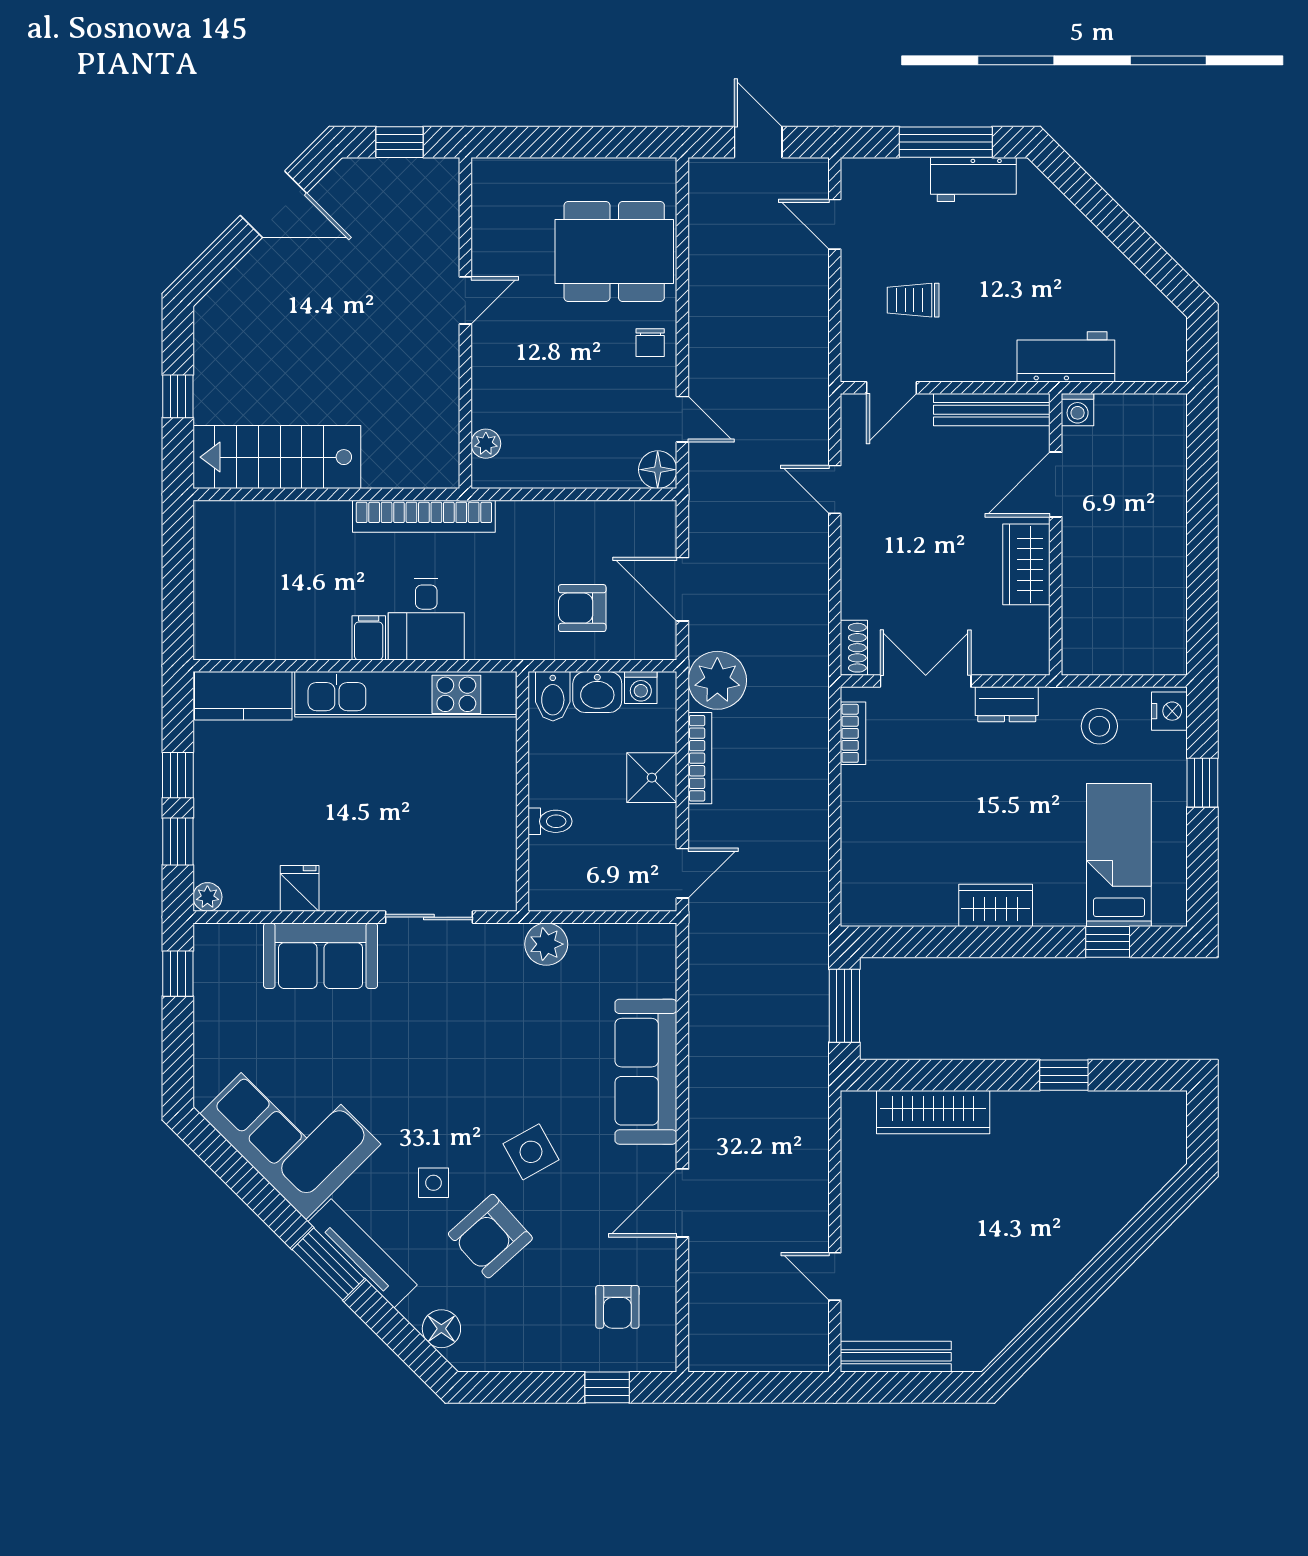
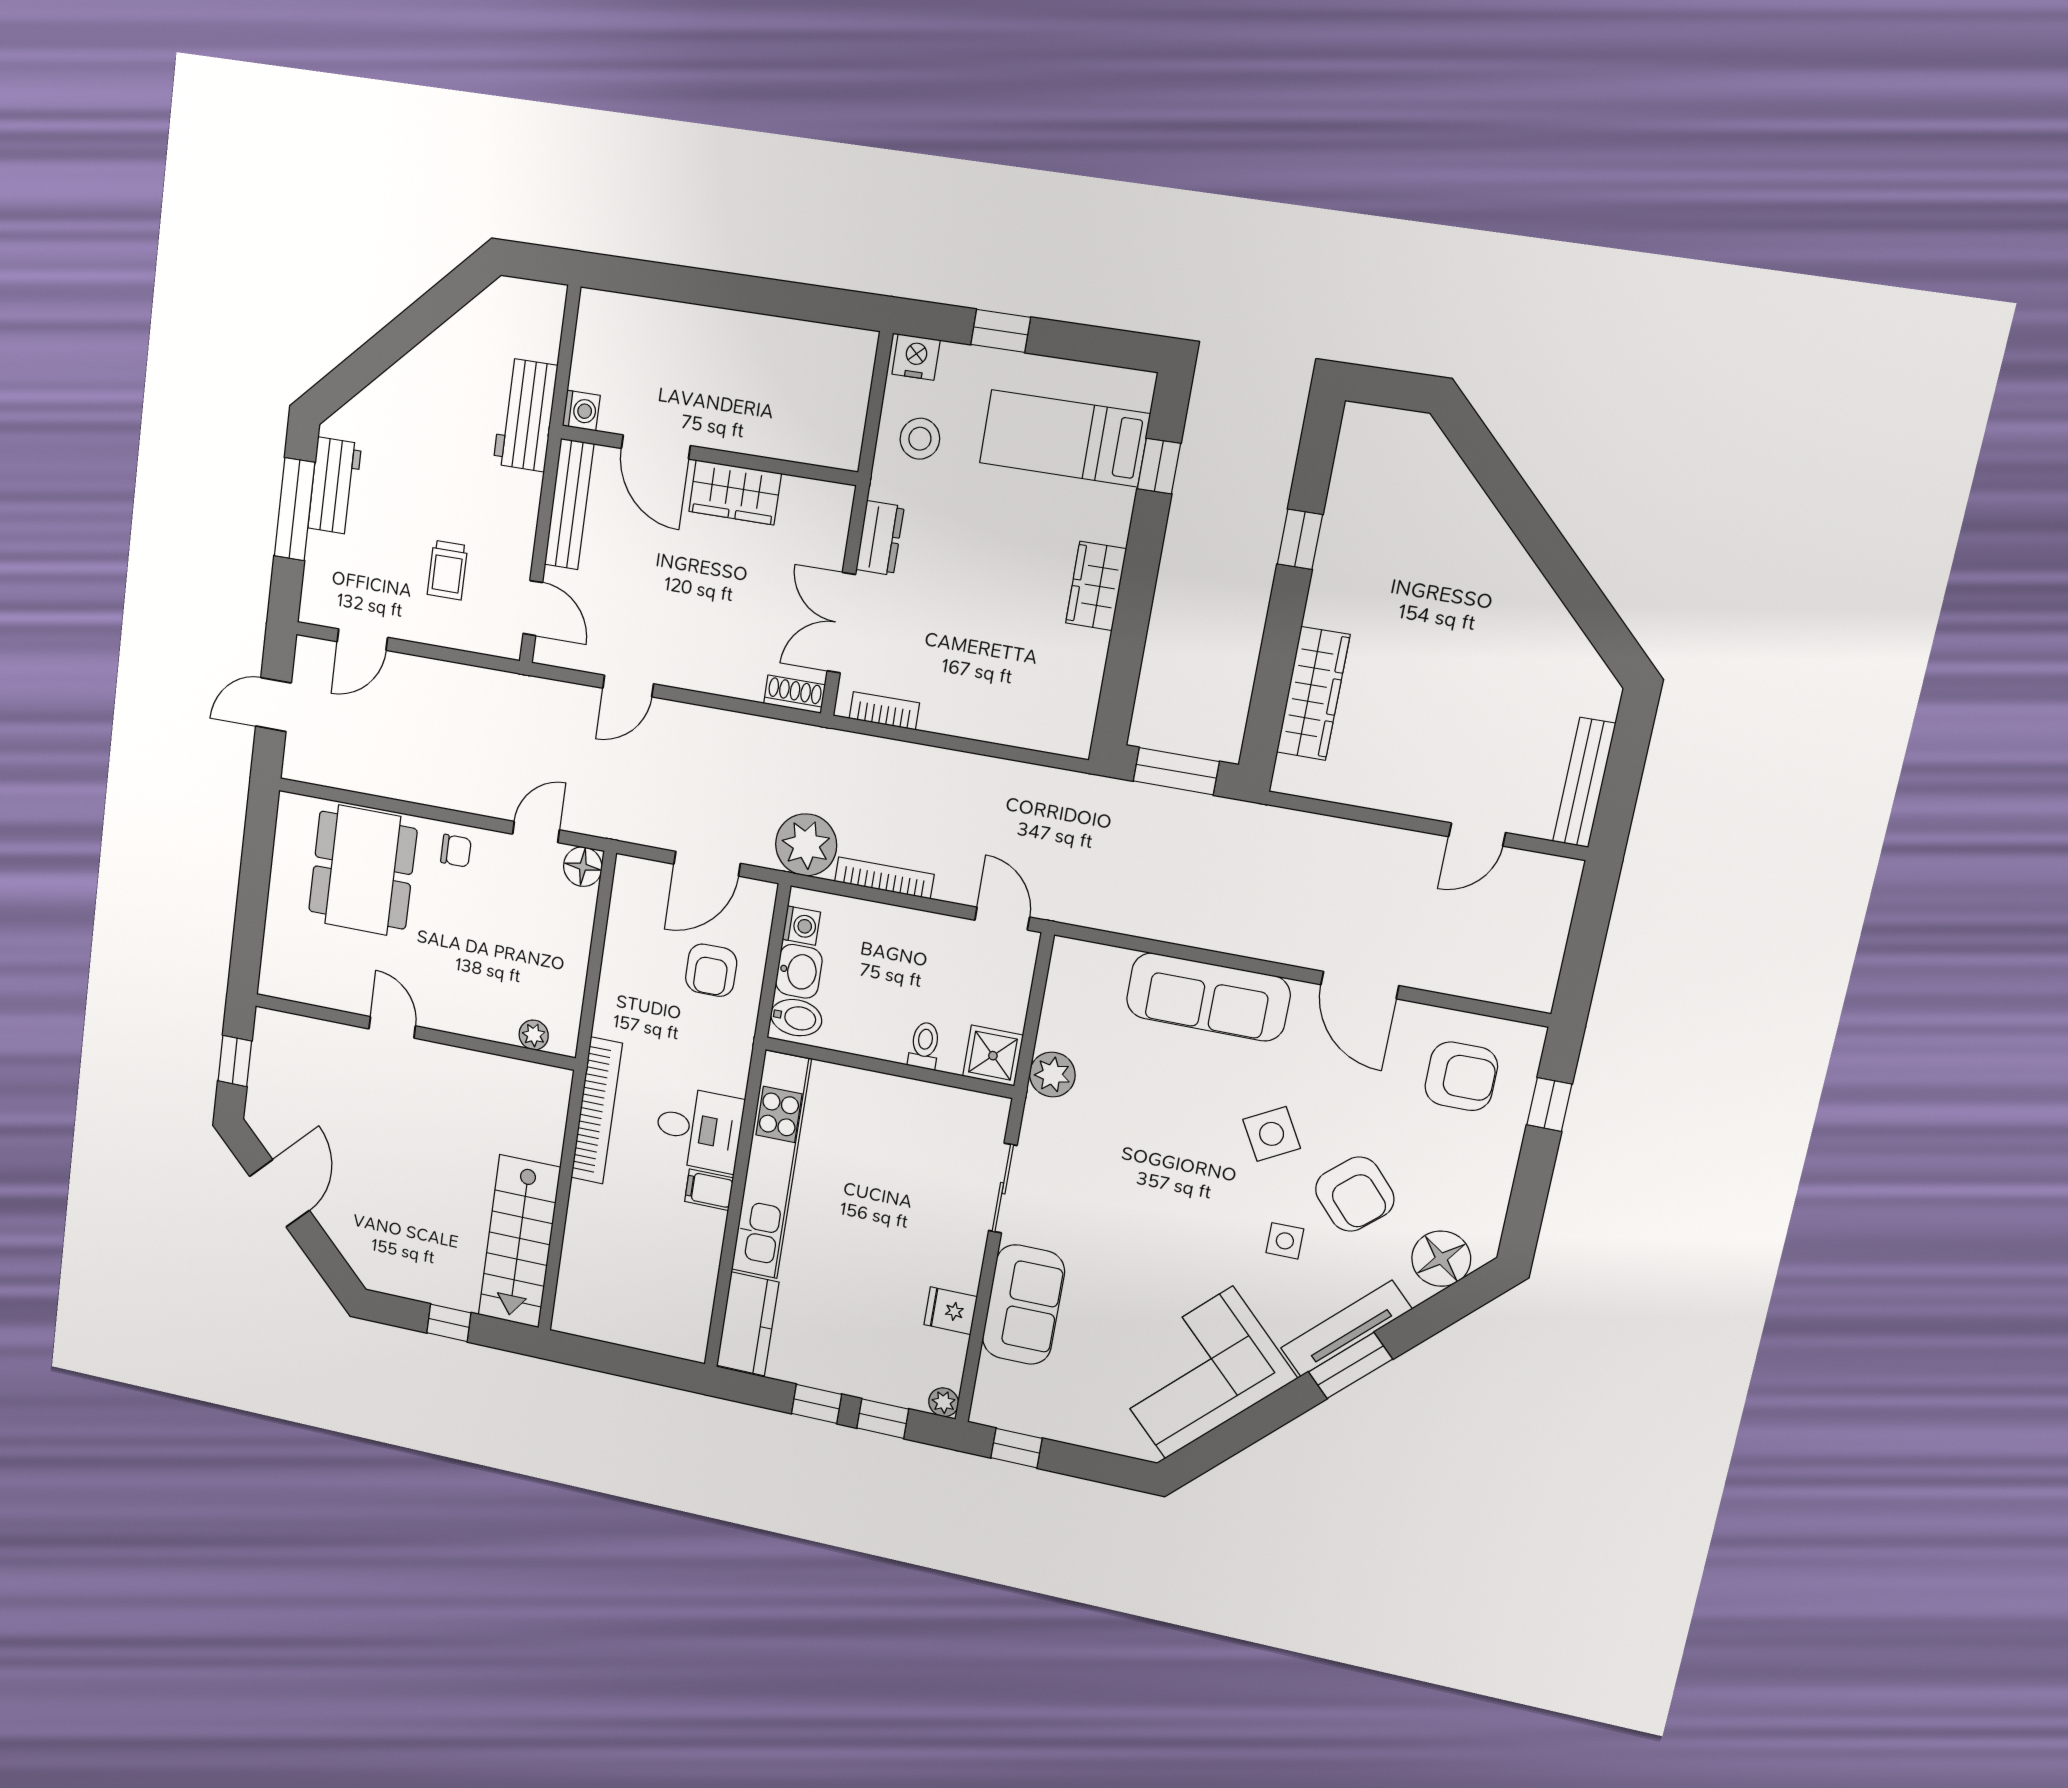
shower: (652, 778) -> (993, 1056), moved
armchair: (617, 1307) -> (1461, 1076), width x1.38, depth x1.38
floor lamp: (441, 1329) -> (1441, 1259), width x1.38, depth x1.38

